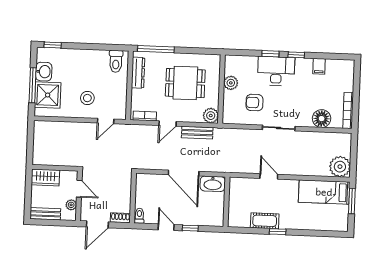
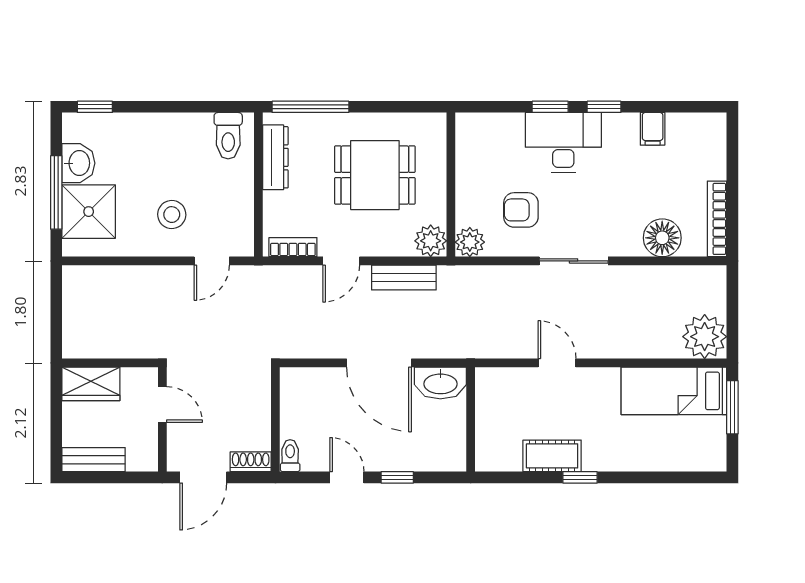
plant: (231, 83) -> (470, 242), moved
plant: (71, 205) -> (147, 439), removed

